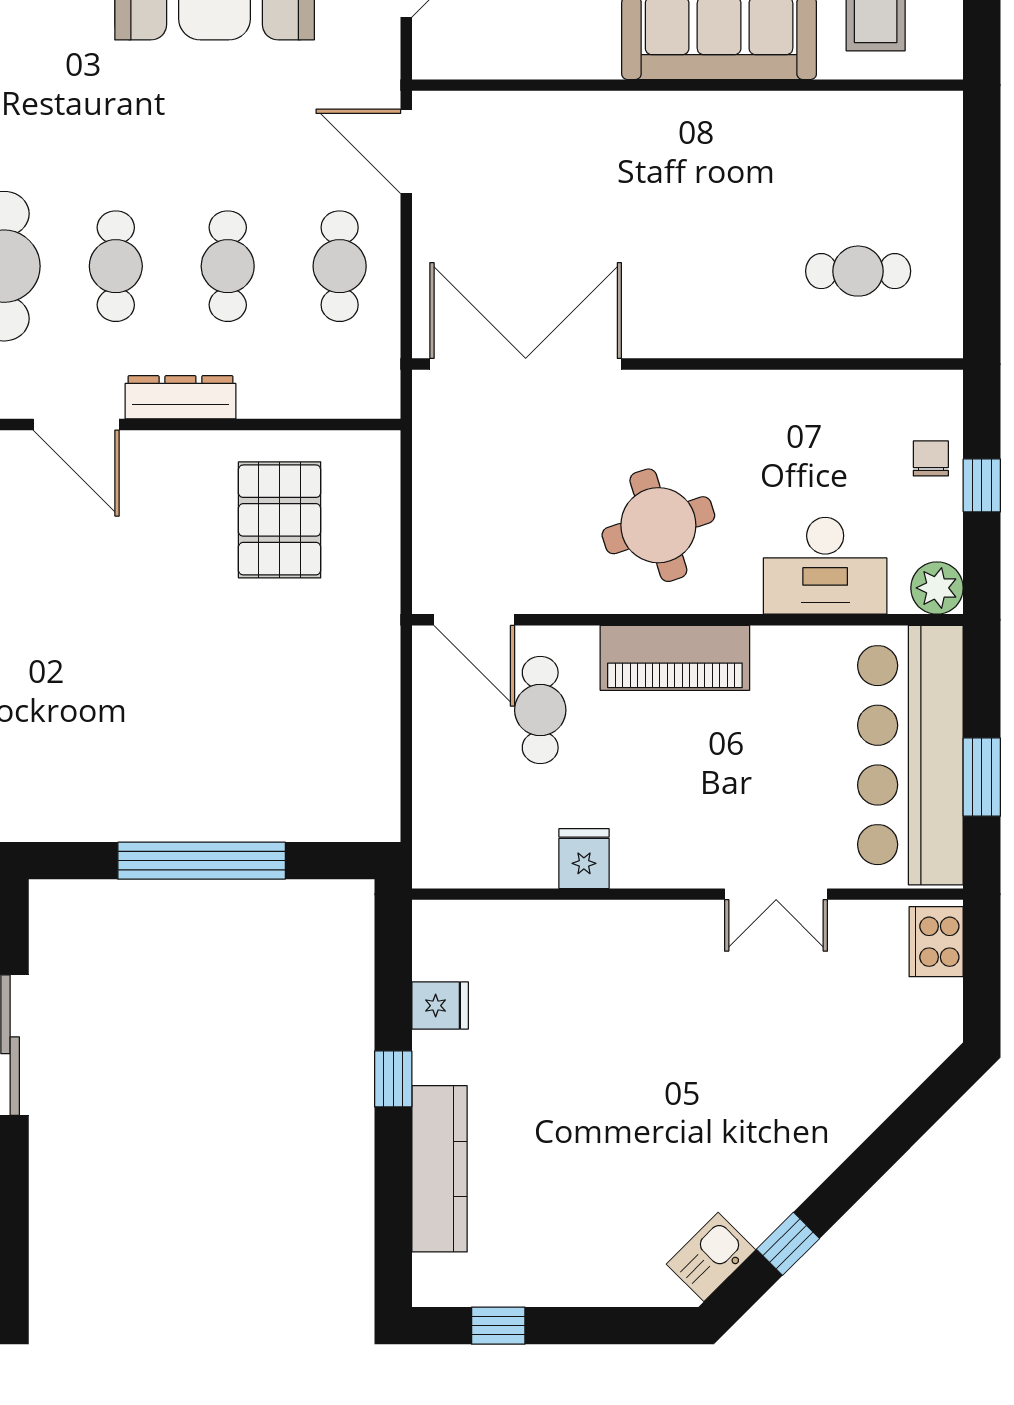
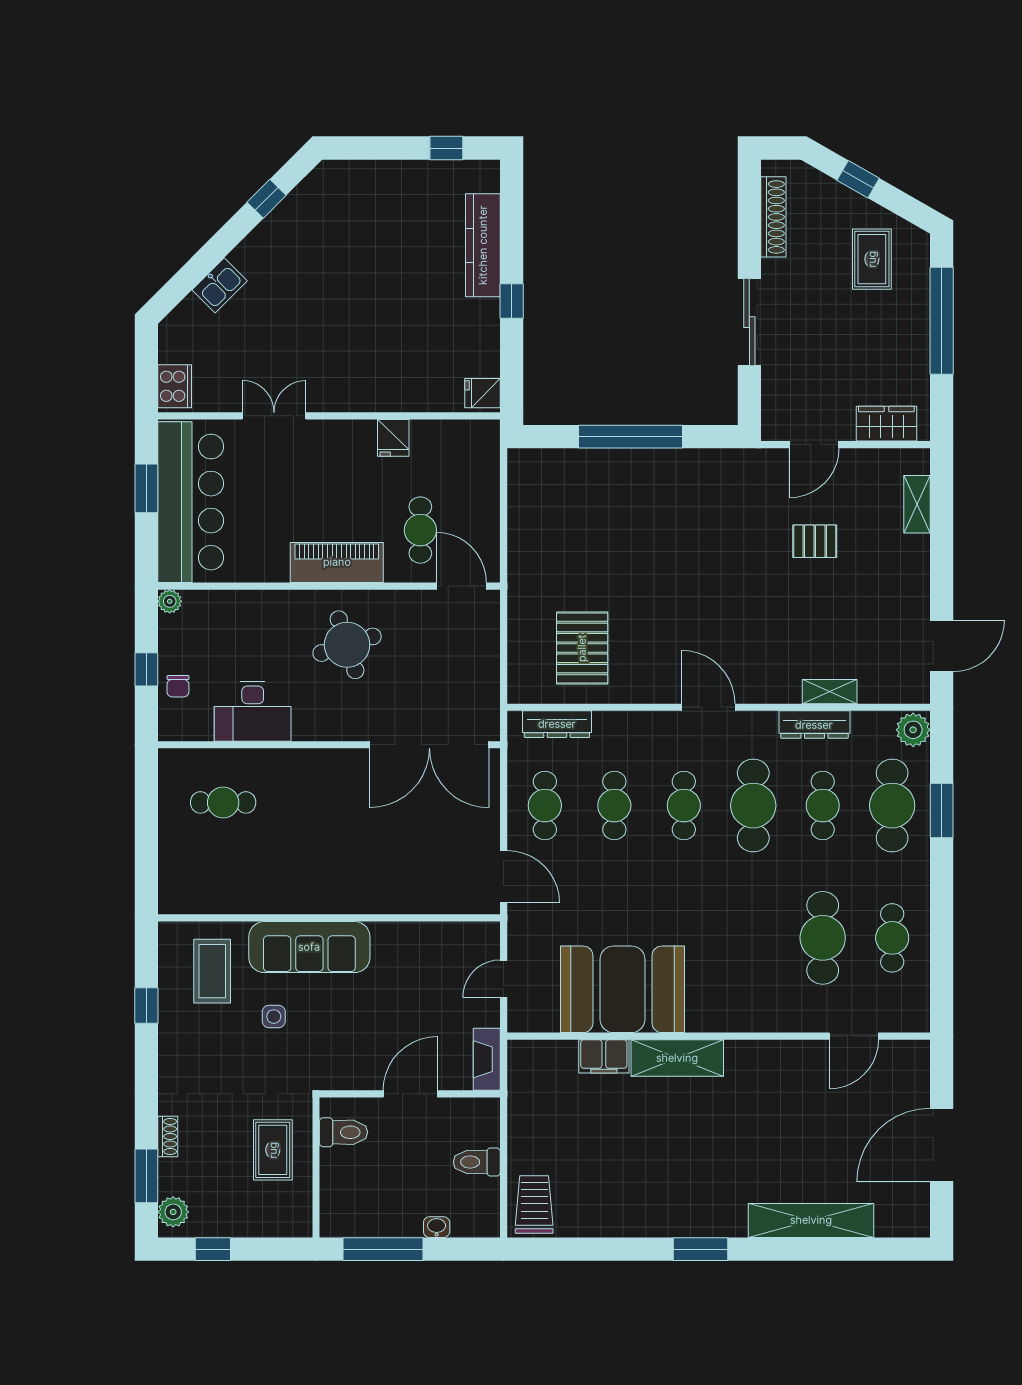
dresser: (180, 397) -> (557, 724), moved
desk: (825, 566) -> (253, 711), moved, turned 180
plant: (937, 588) -> (170, 601), width x0.73, depth x0.73
fridge: (440, 1006) -> (483, 393), moved
kitchen sink: (711, 1257) -> (220, 285), moved

